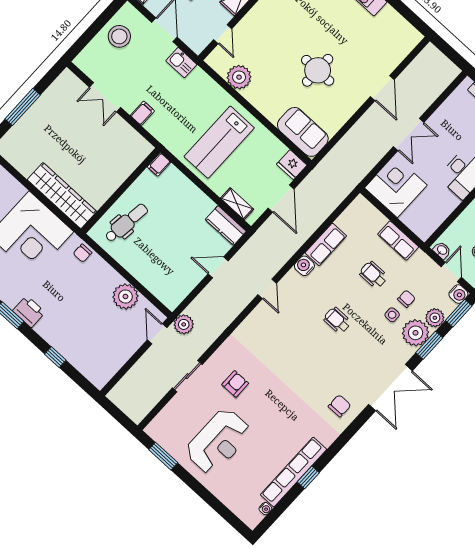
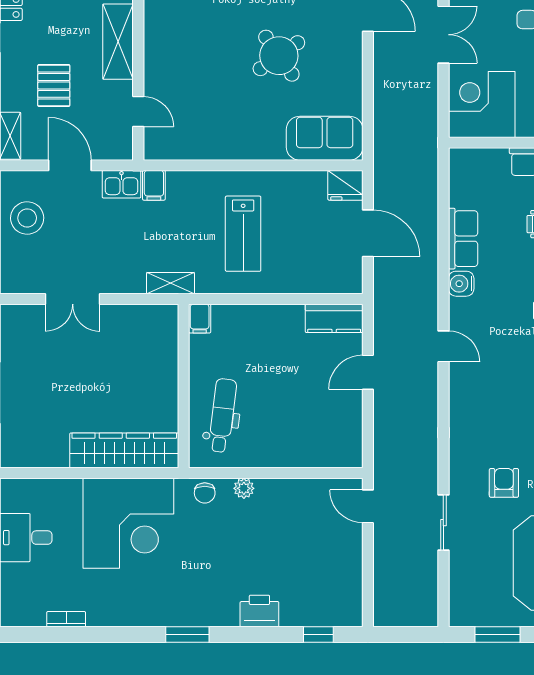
round table: (318, 70) -> (279, 56), turned -35
plant: (239, 77) -> (200, 142), removed
filing cabinet: (142, 113) -> (154, 185), moved, turned 180
lab bench: (219, 142) -> (243, 234), width x0.73, depth x0.72
shelving: (237, 204) -> (170, 283), moved
plant: (125, 296) -> (244, 488), moved, width x0.53, depth x0.53
printer: (29, 312) -> (259, 611), moved
plant: (184, 324) -> (388, 469), removed
window: (55, 357) -> (318, 634), moved

